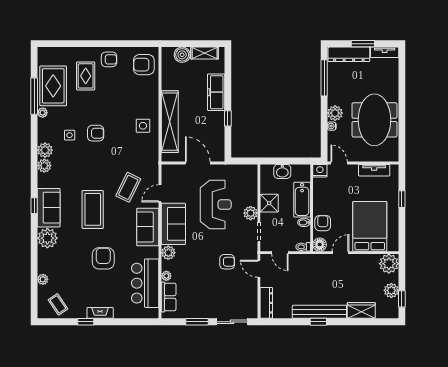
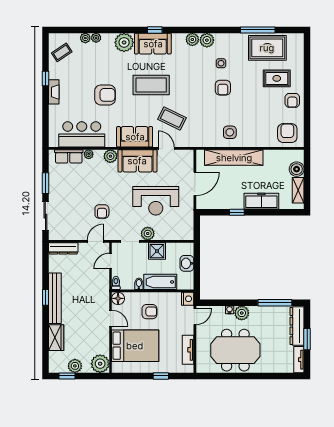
plant: (43, 113) -> (96, 38), moved
armchair: (323, 223) -> (149, 312), moved

